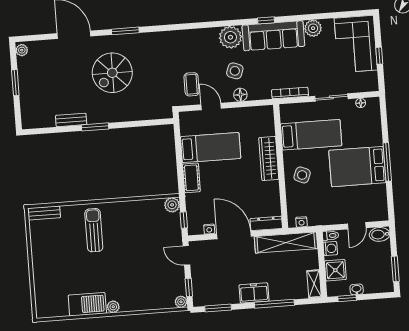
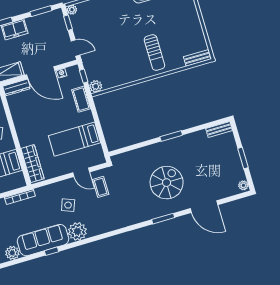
floor lamp: (240, 95) -> (60, 187), removed
bench: (71, 120) -> (219, 129), moved
wardrobe: (269, 158) -> (32, 164), moved
cot: (191, 178) -> (81, 99), moved

